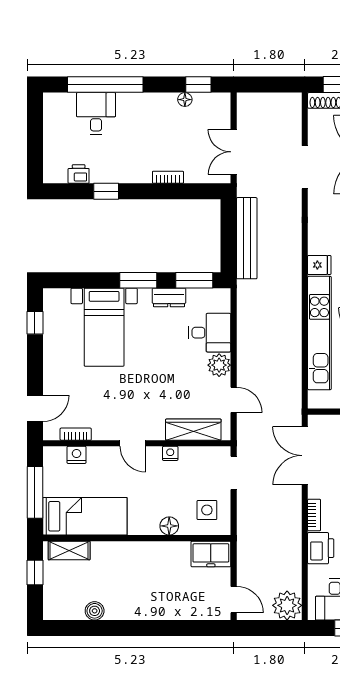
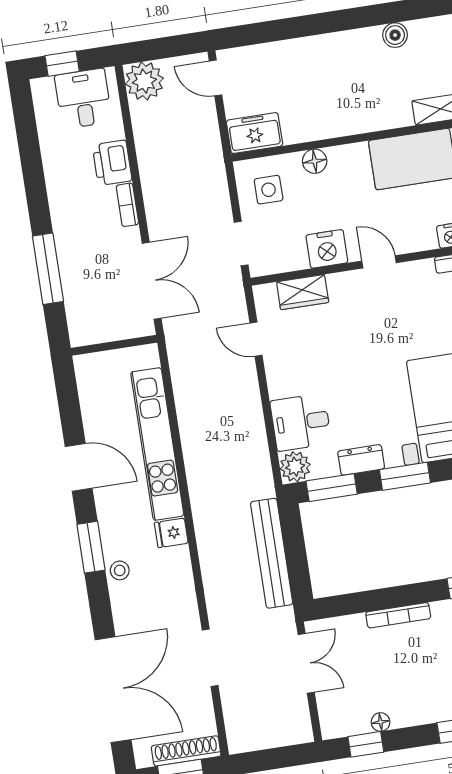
bookcase: (168, 177) -> (398, 615), width x1.56
plant: (219, 365) -> (295, 467), moved
wardrobe: (193, 430) -> (303, 292), width x0.67
nightstand: (170, 453) -> (327, 249), width x1.89, depth x1.79

